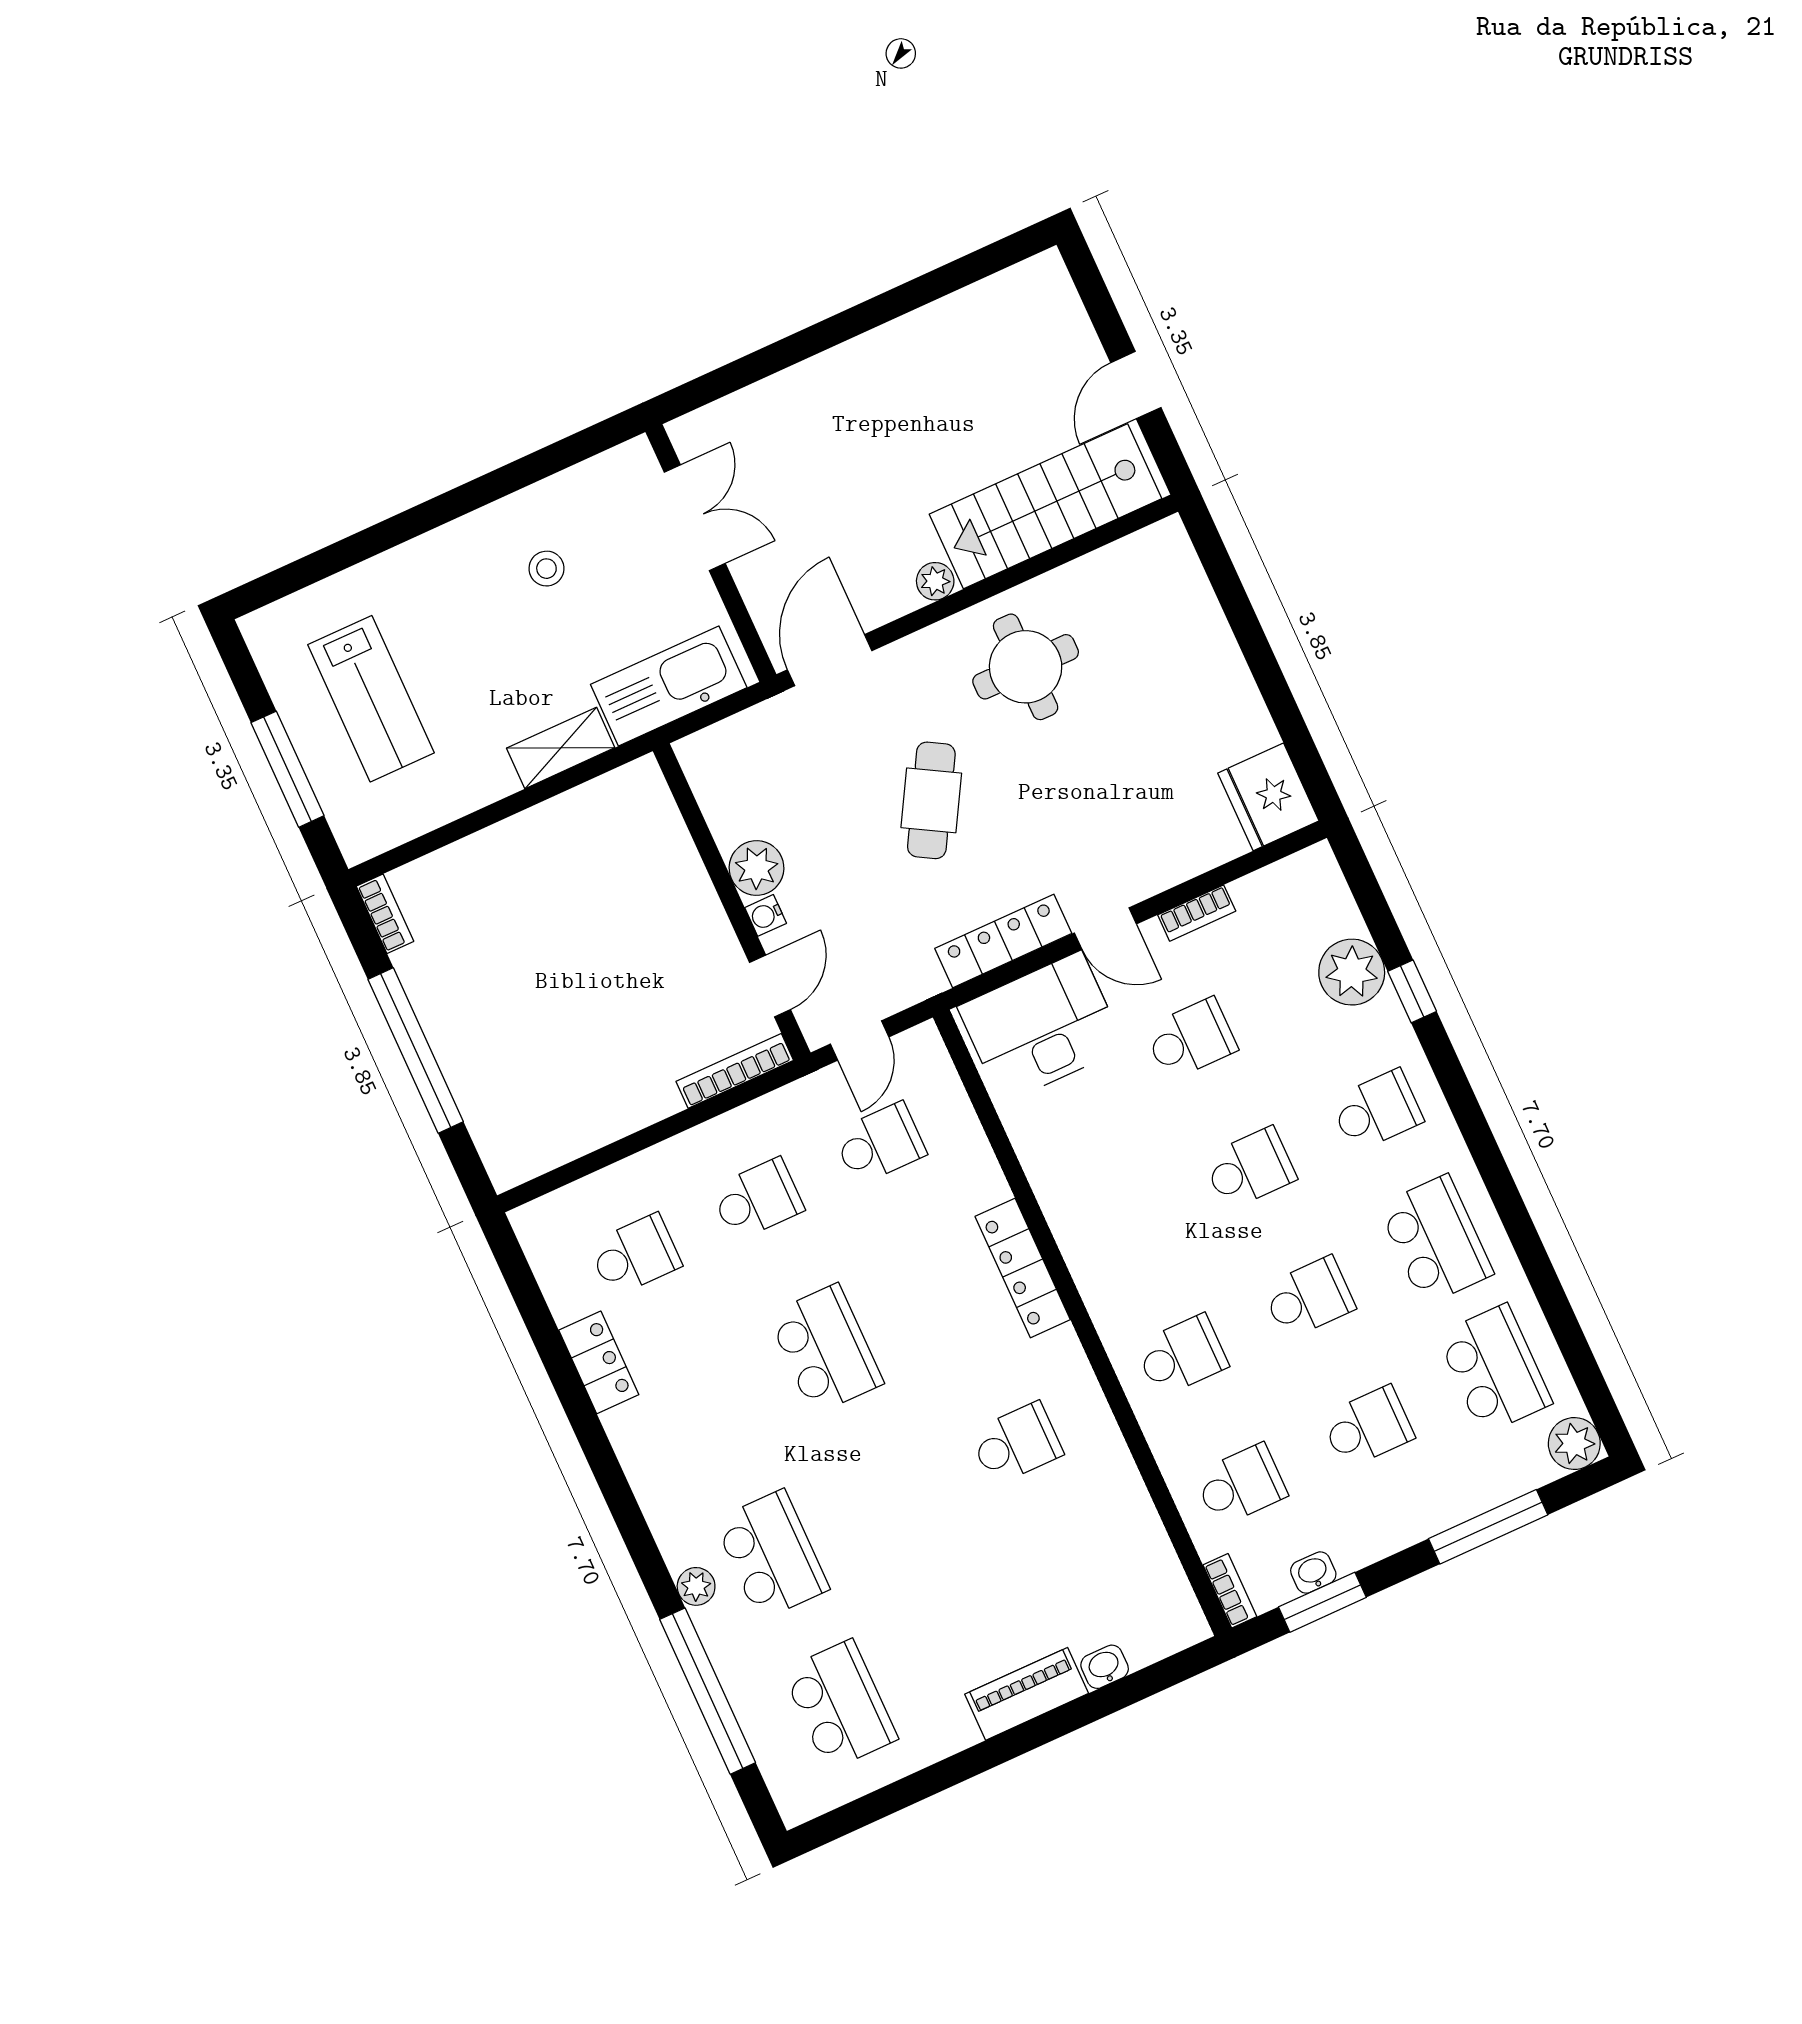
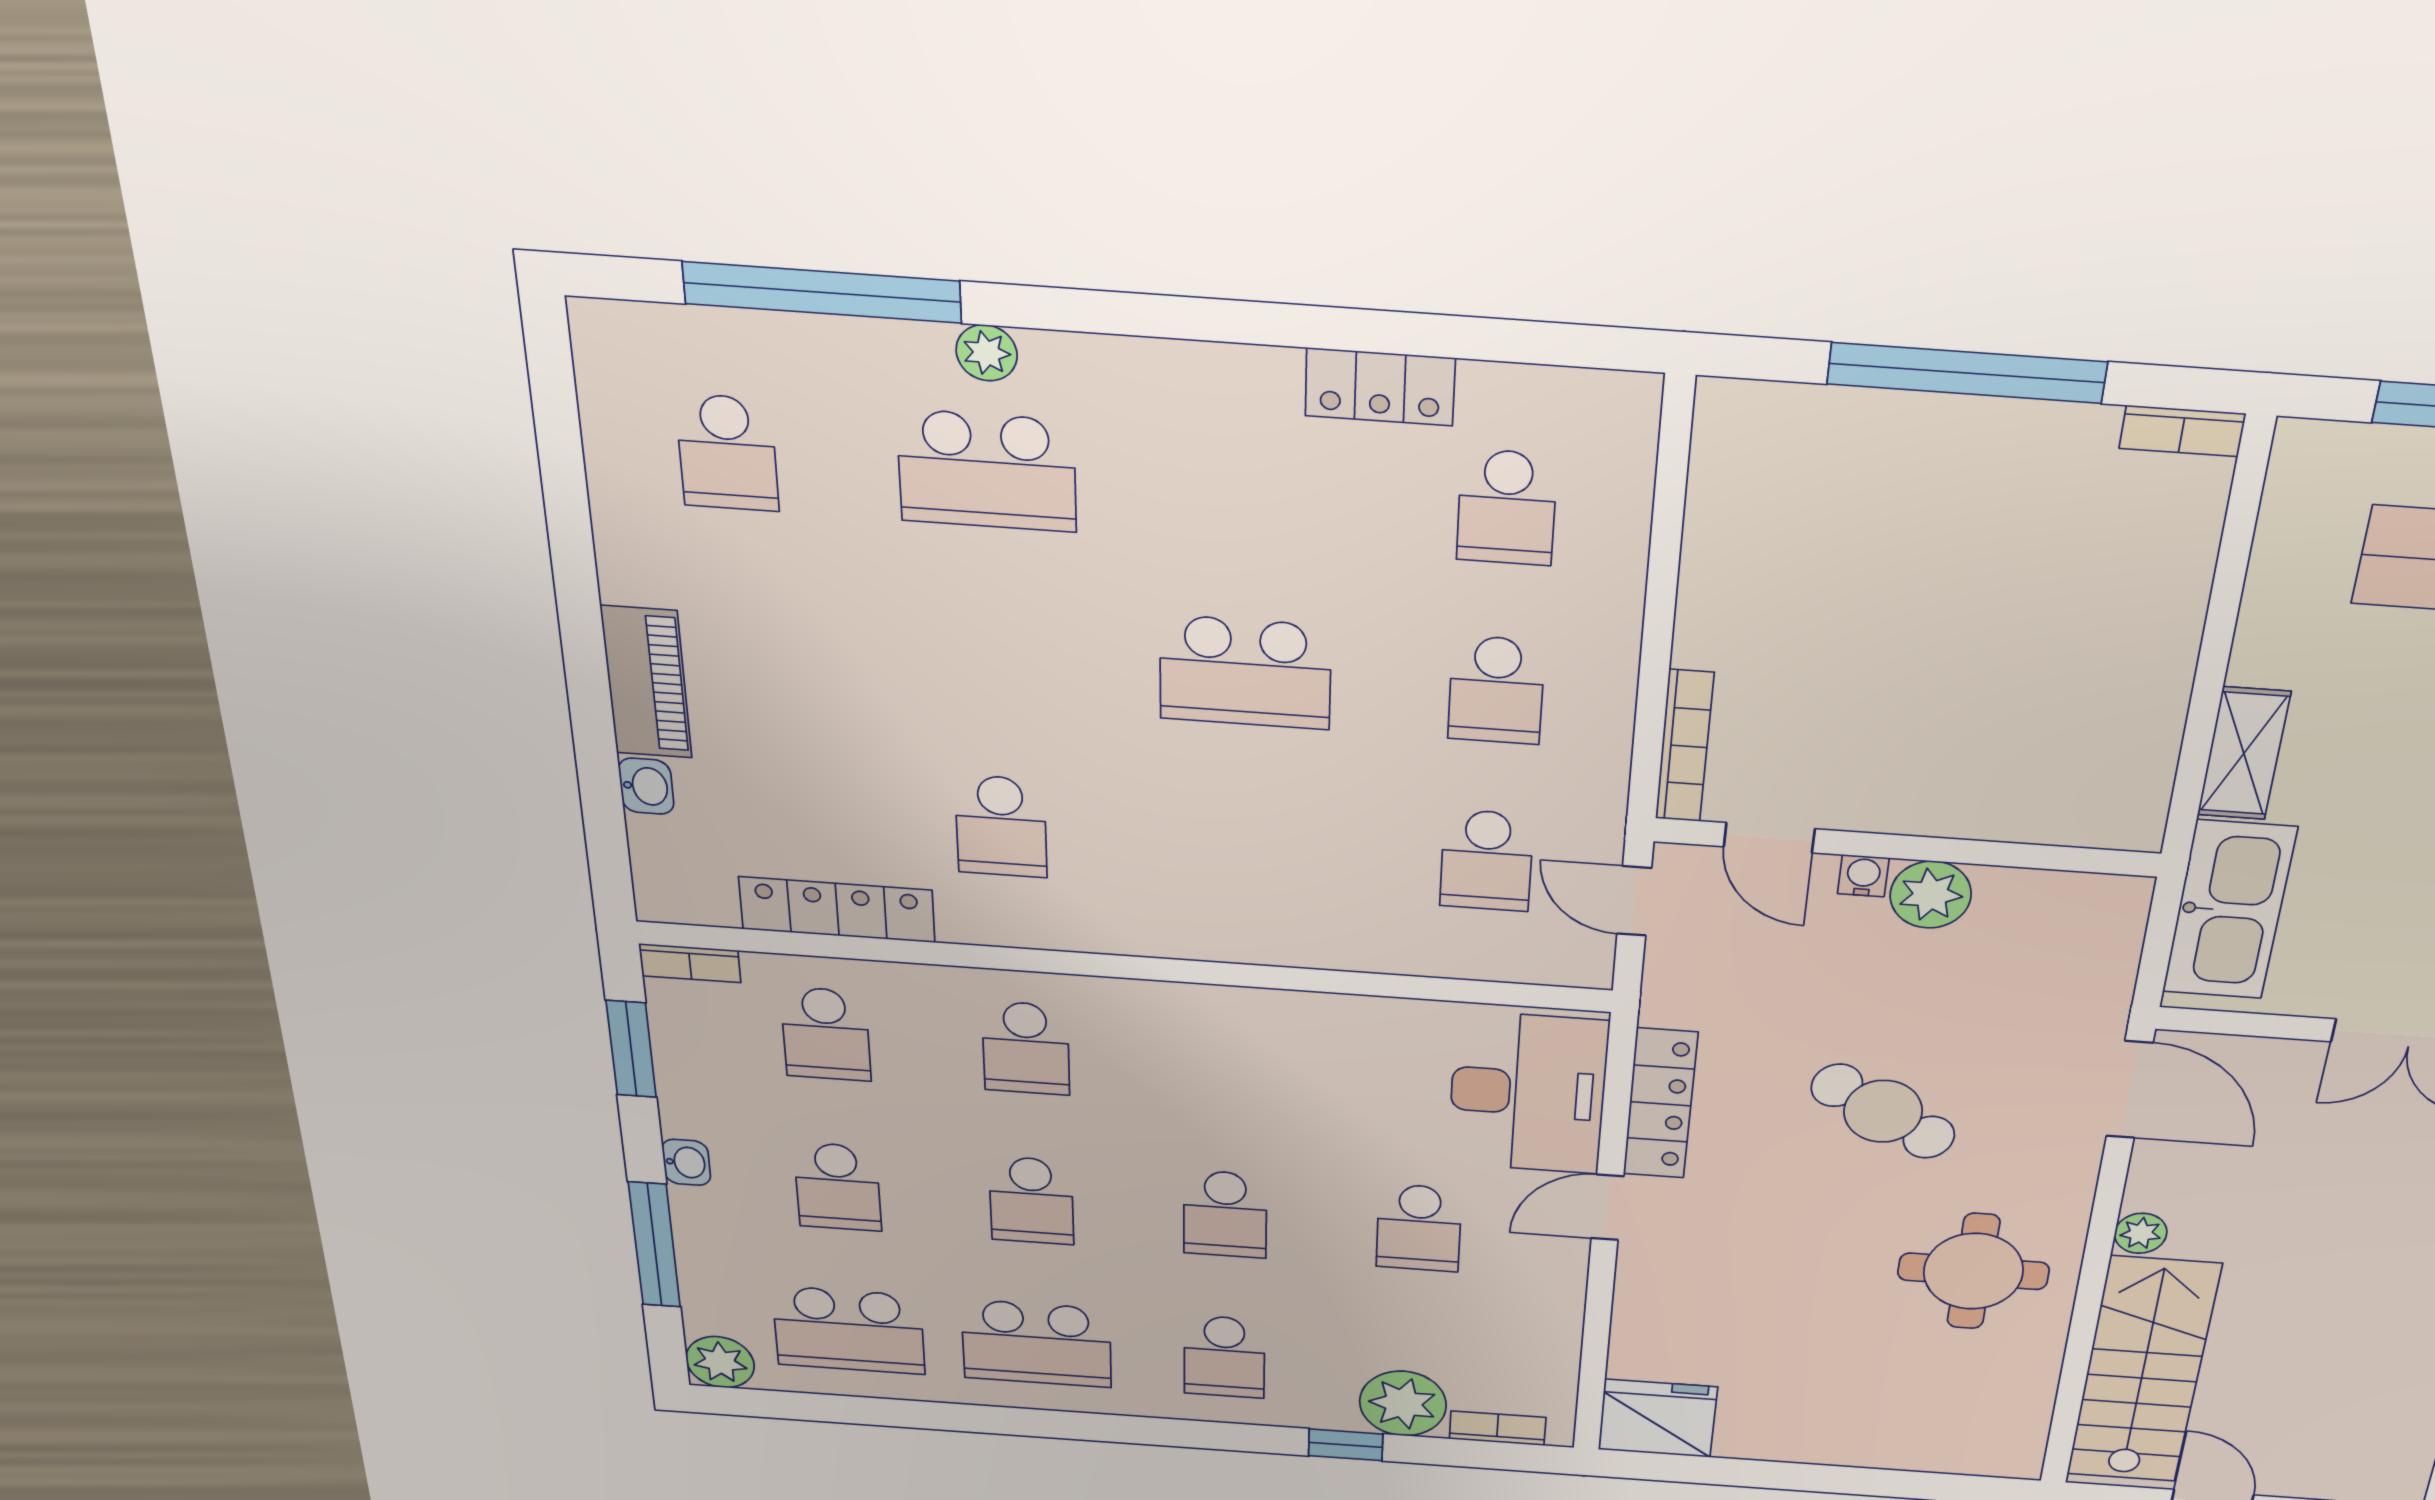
bookcase: (1197, 913) -> (1498, 1428), moved, turned 90
locker: (1023, 1268) -> (837, 910), moved
washbasin: (1313, 1573) -> (686, 1162), moved
school desk: (840, 1705) -> (727, 453), width x0.54

